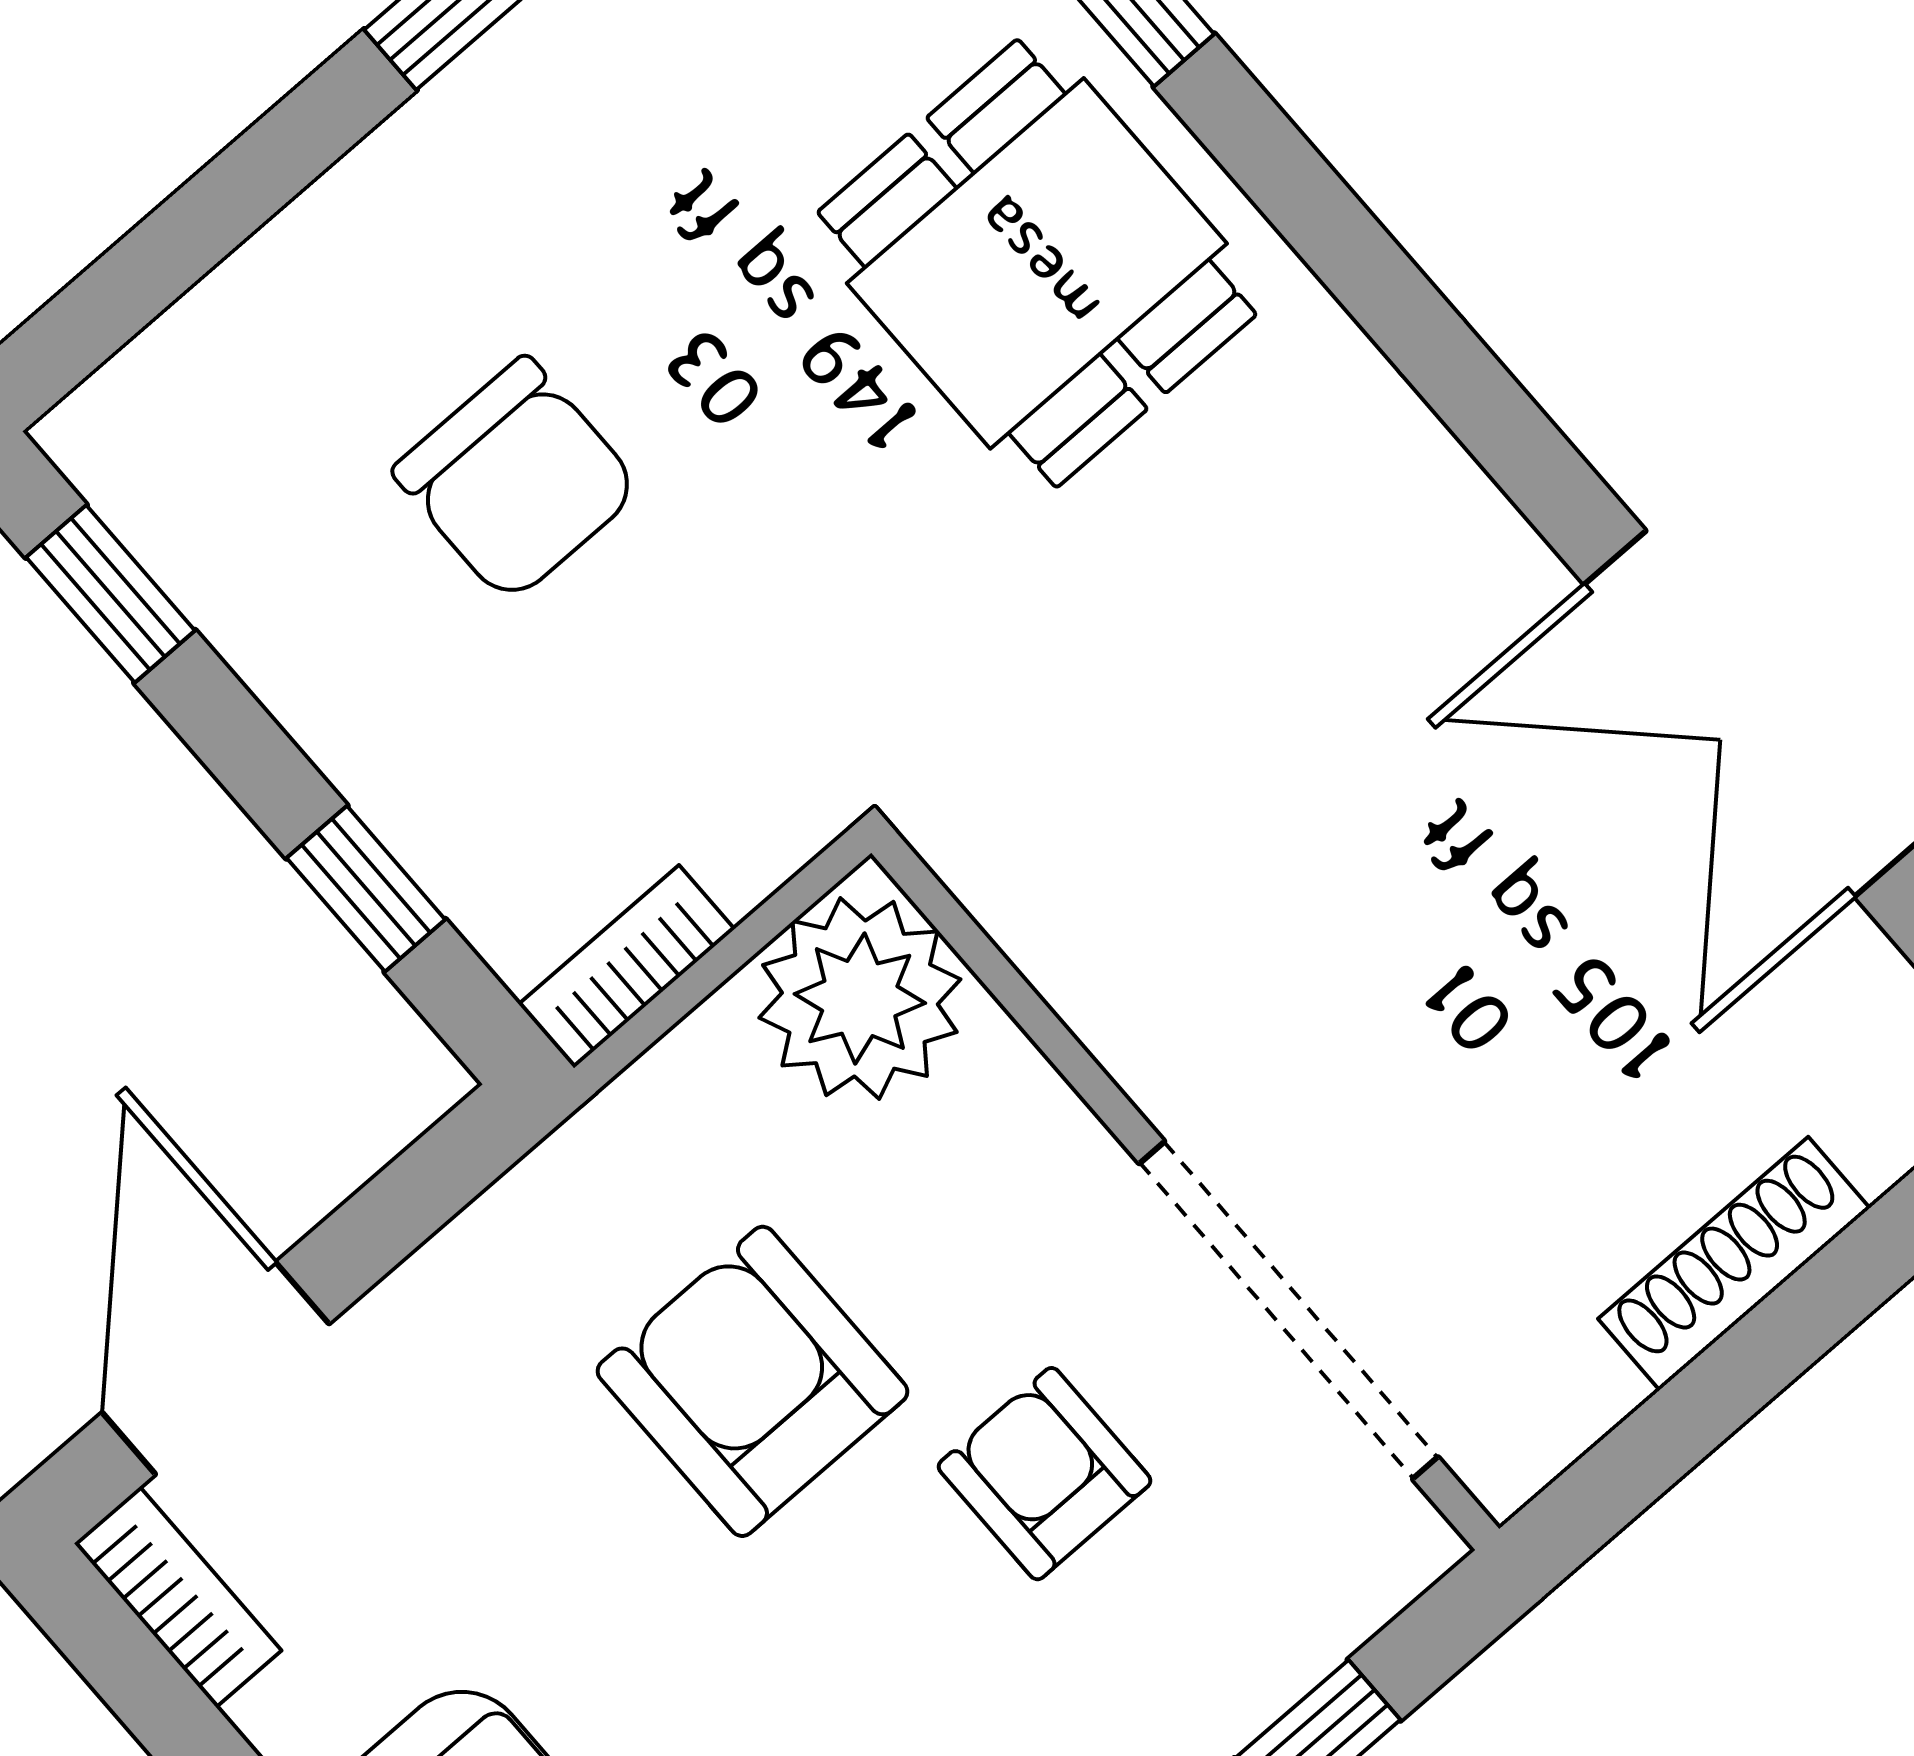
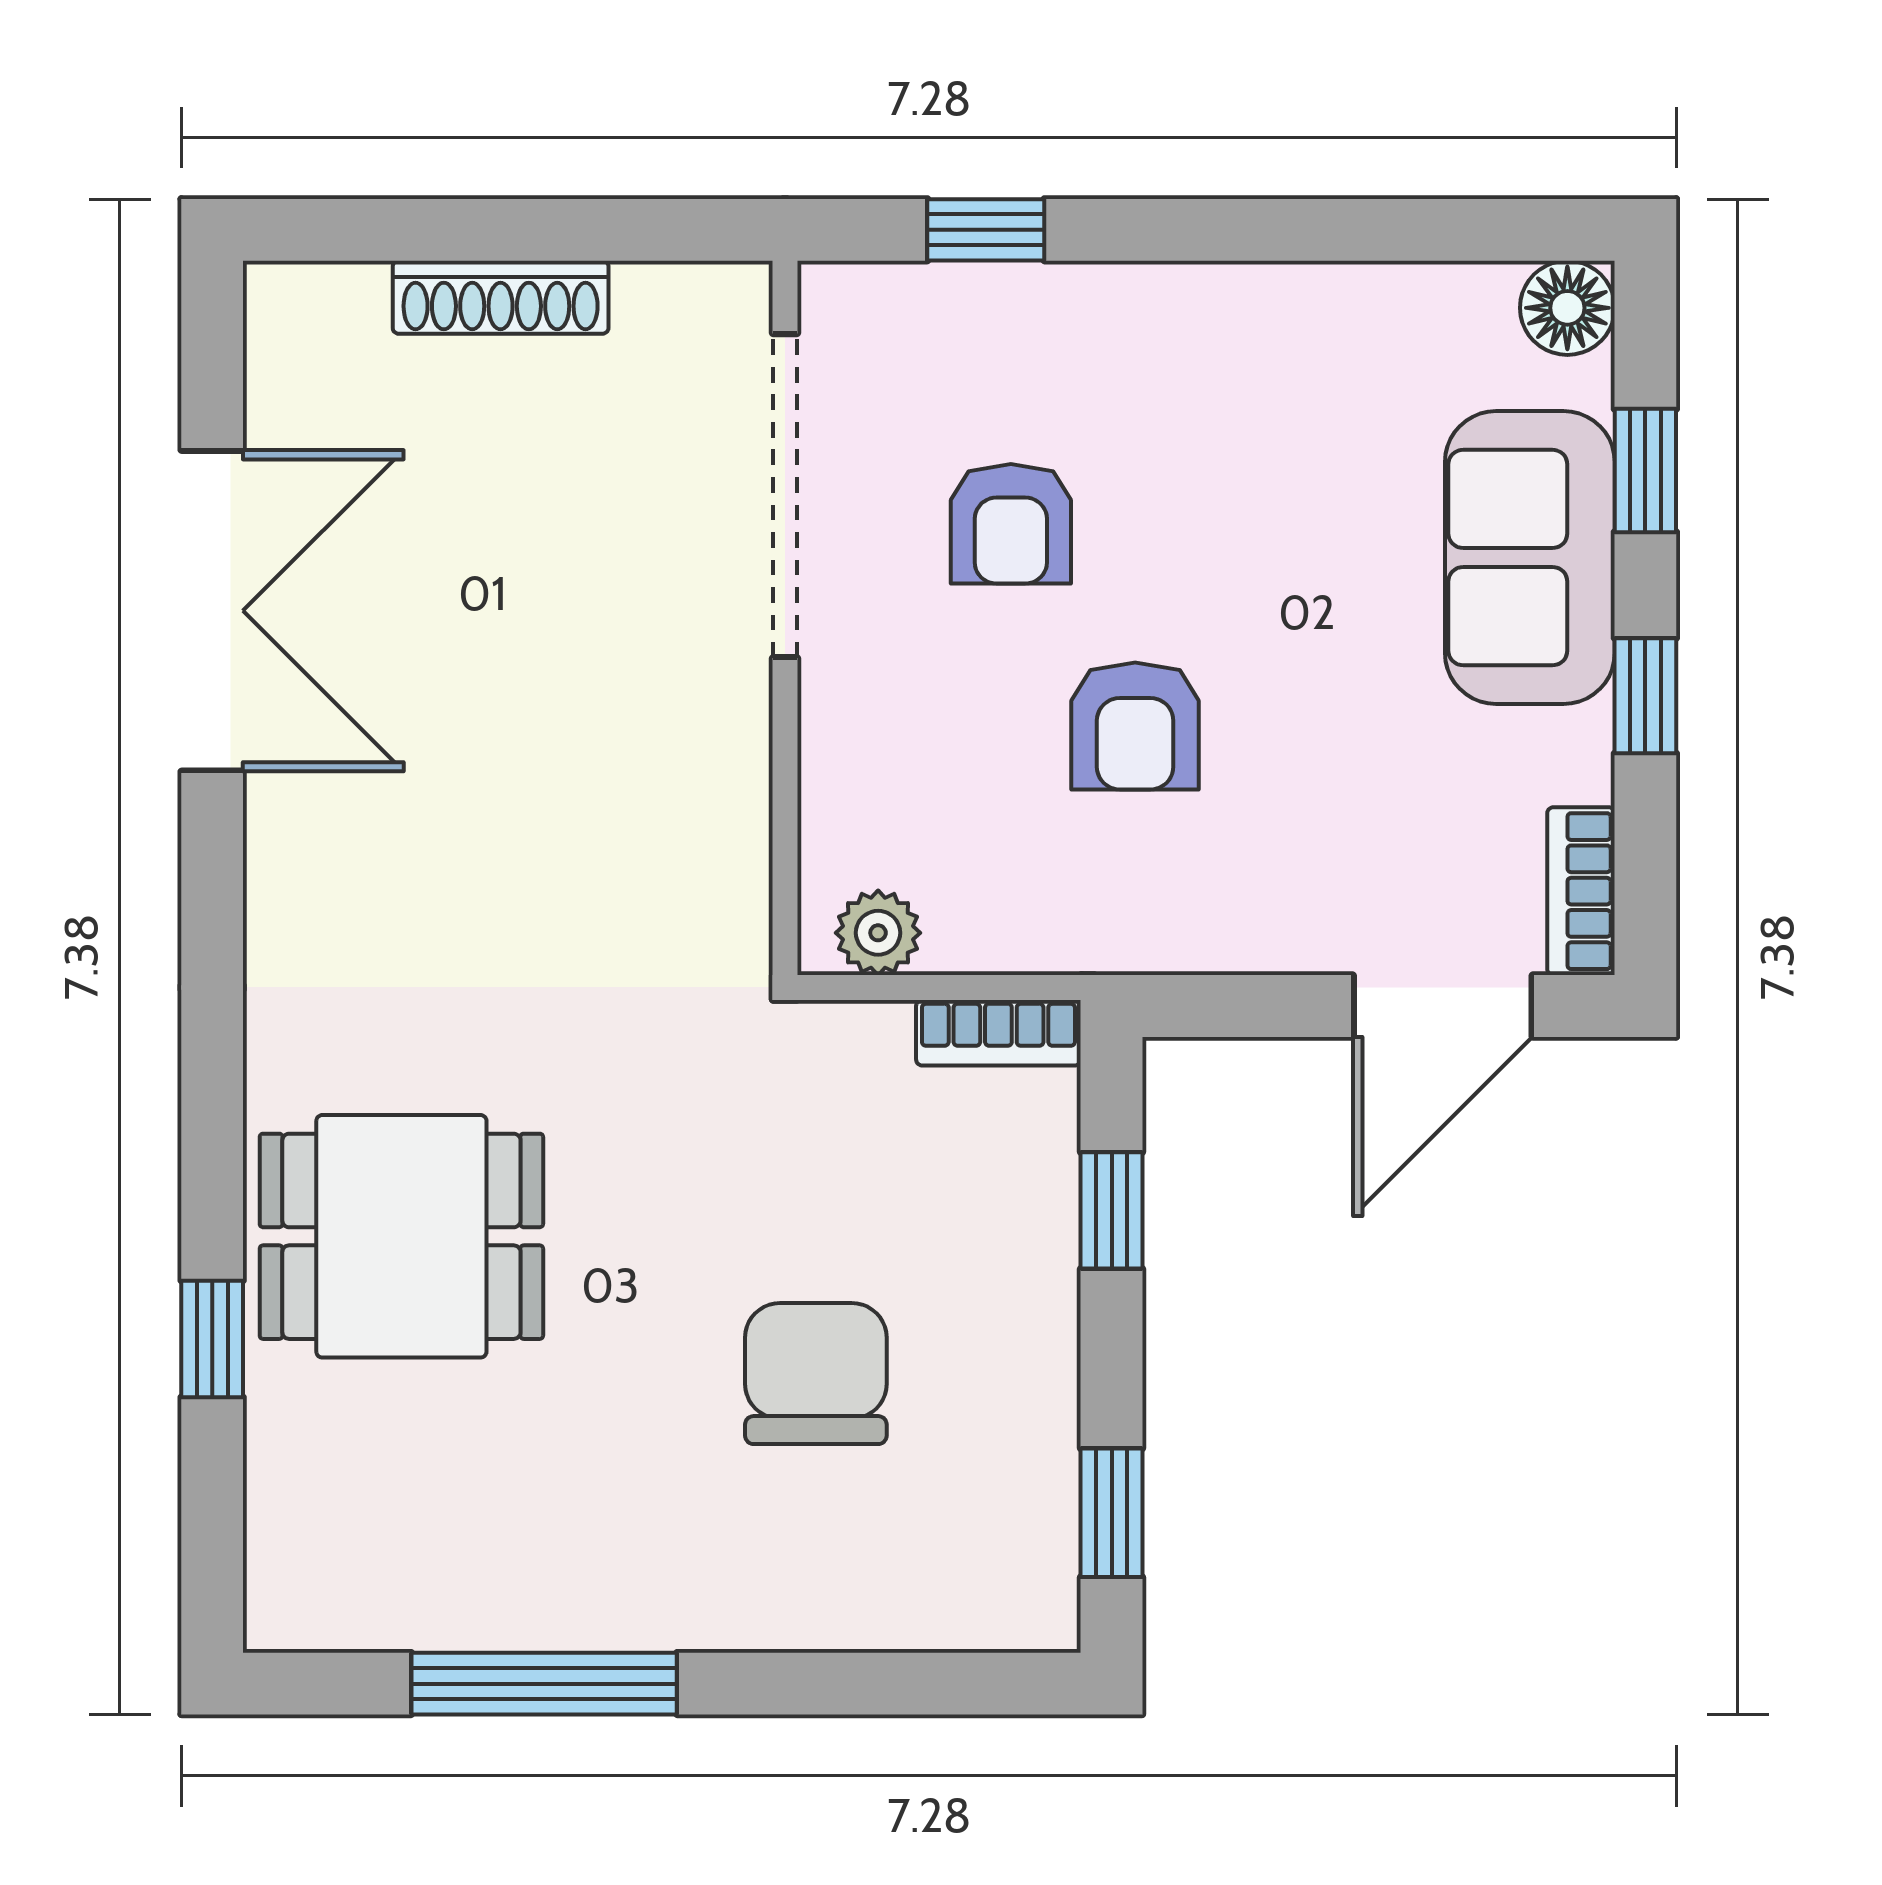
dining table: (1037, 263) -> (401, 1236), turned 90
plant: (860, 999) -> (878, 933), width x0.53, depth x0.53
armchair: (752, 1381) -> (1135, 726), width x0.72, depth x0.72

